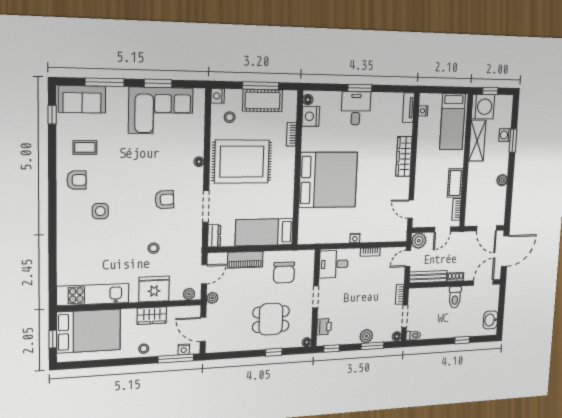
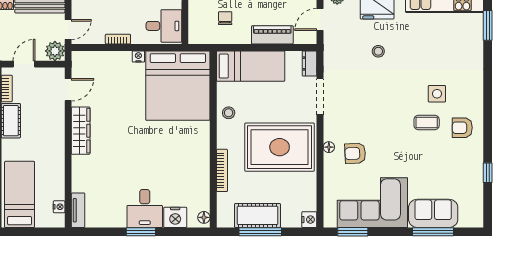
window: (158, 83) -> (353, 232), moved
sofa: (82, 99) -> (433, 213), moved
window: (52, 115) -> (488, 173), moved
nightstand: (311, 116) -> (175, 217), moved, turned 90
stool: (230, 117) -> (229, 113), moved
bookcase: (291, 134) -> (222, 170), width x1.56
coffee table: (85, 147) -> (427, 123), moved
wardrobe: (404, 156) -> (81, 131), moved
bed: (328, 180) -> (178, 86), moved, turned -90
armchair: (164, 200) -> (355, 153), moved
door: (411, 209) -> (68, 90), hinge flipped
chair: (284, 272) -> (225, 18), width x0.54, depth x0.54
window: (53, 275) -> (488, 25), added

